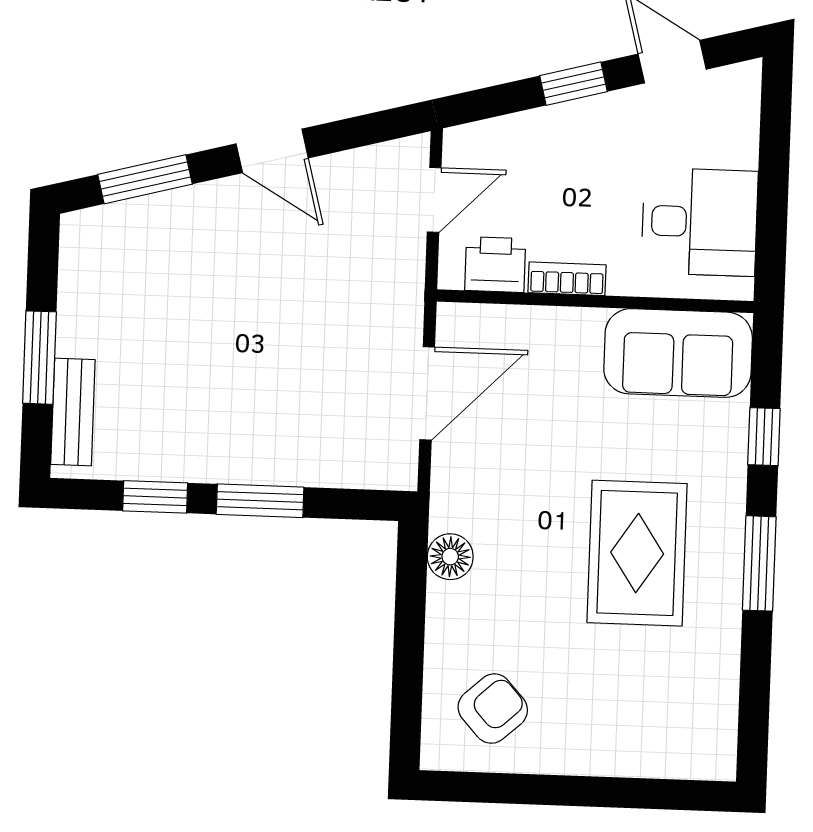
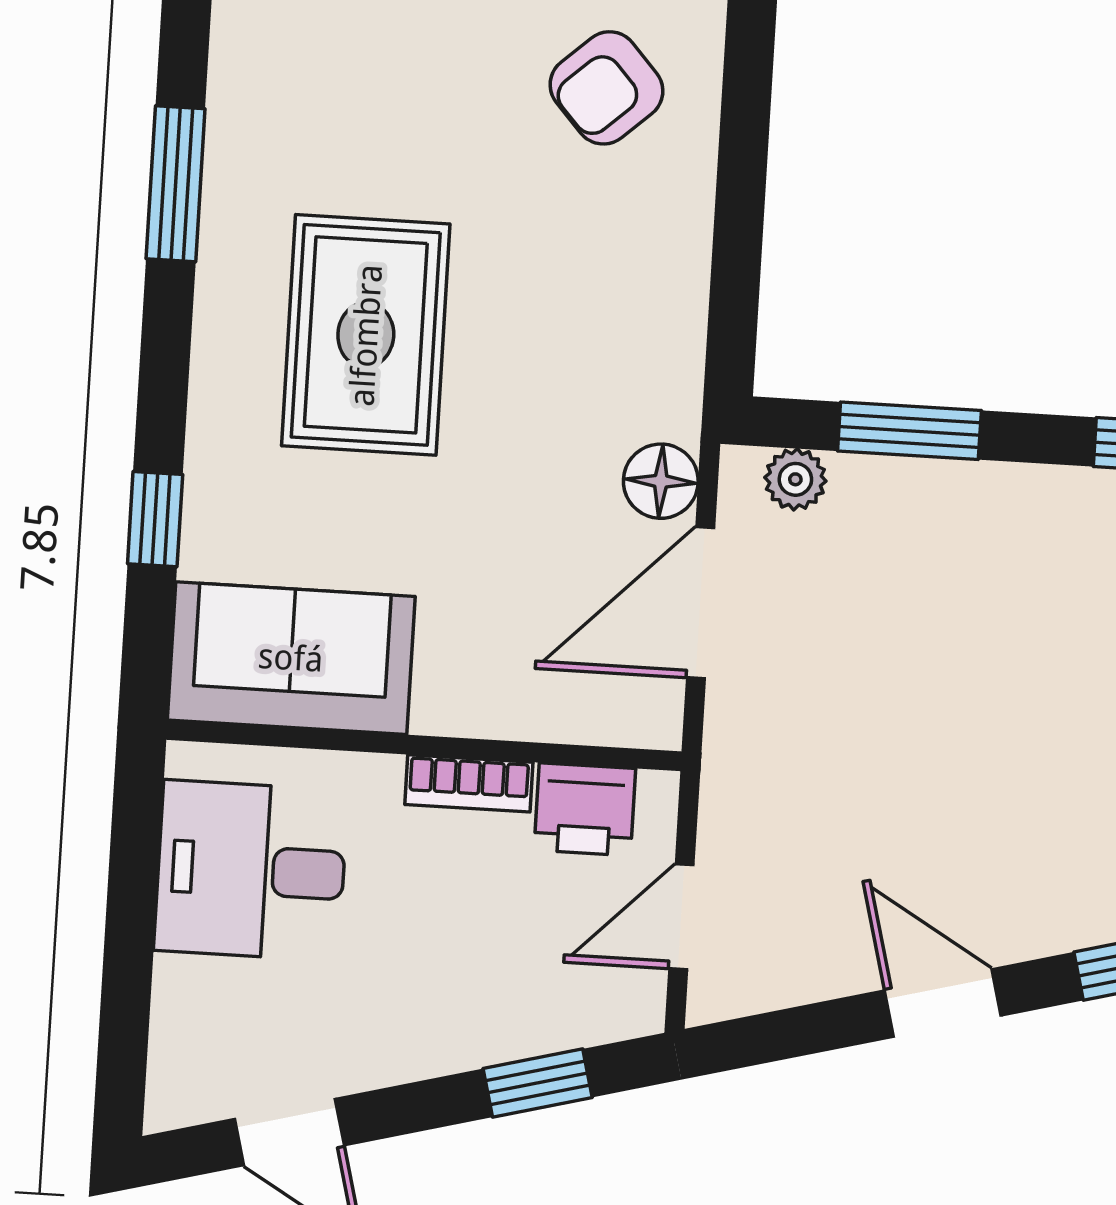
window: (573, 84) -> (538, 1083), moved
plant: (371, 471) -> (795, 479), added
window: (260, 501) -> (909, 431), moved
floor lamp: (450, 557) -> (661, 481), moved
window: (759, 563) -> (176, 184), moved

